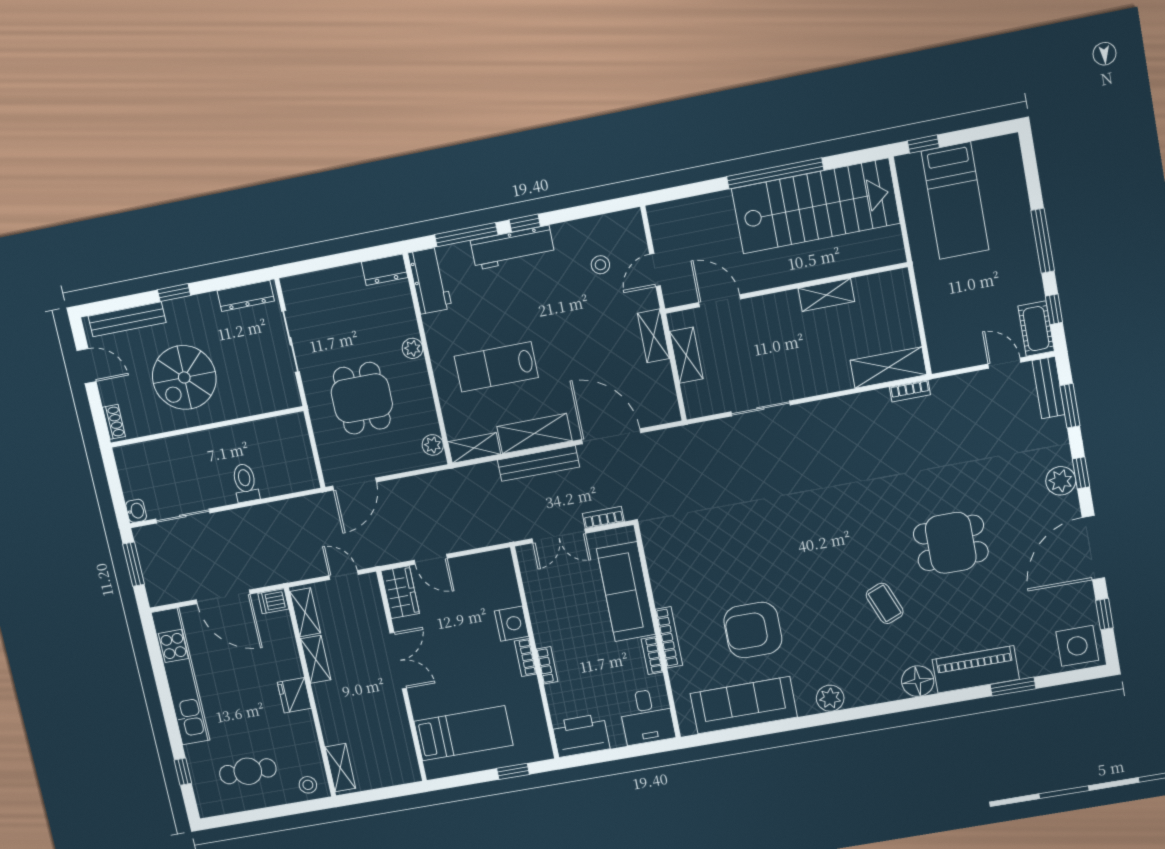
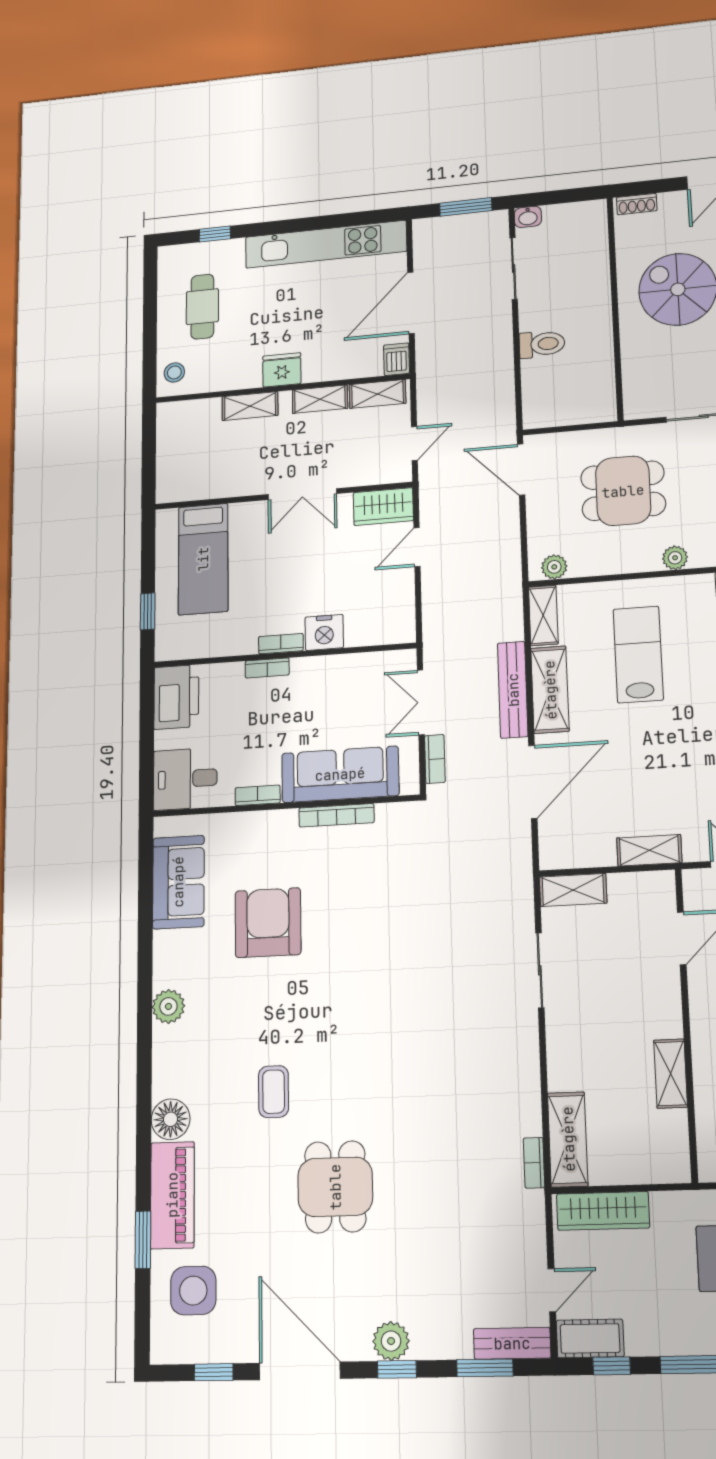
wardrobe: (939, 332) -> (603, 1211), added
shelving: (686, 355) -> (573, 890), moved
coffee table: (885, 603) -> (274, 1092), turned -68
bookcase: (669, 637) -> (336, 815), moved
side table: (1077, 646) -> (193, 1291), moved
sofa: (744, 705) -> (178, 882), width x0.73
shelving: (340, 768) -> (250, 406), moved

